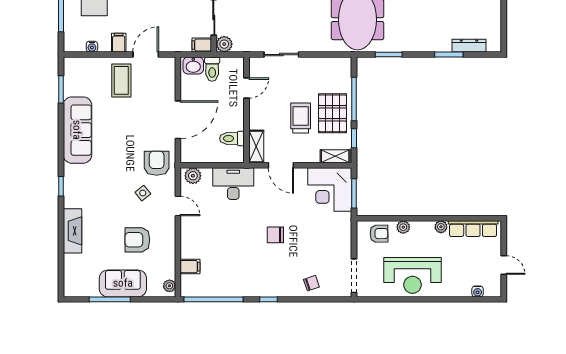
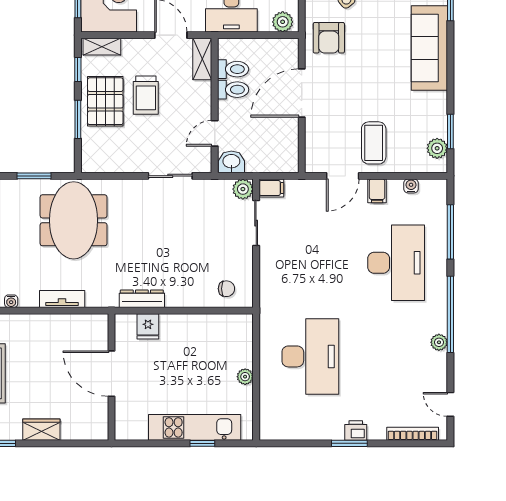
washbasin: (193, 66) -> (231, 162), moved
toilet: (212, 69) -> (233, 90), moved, turned 90
plant: (71, 76) -> (437, 148), added
window: (354, 99) -> (78, 119), width x0.69
sofa: (77, 130) -> (429, 48), moved

